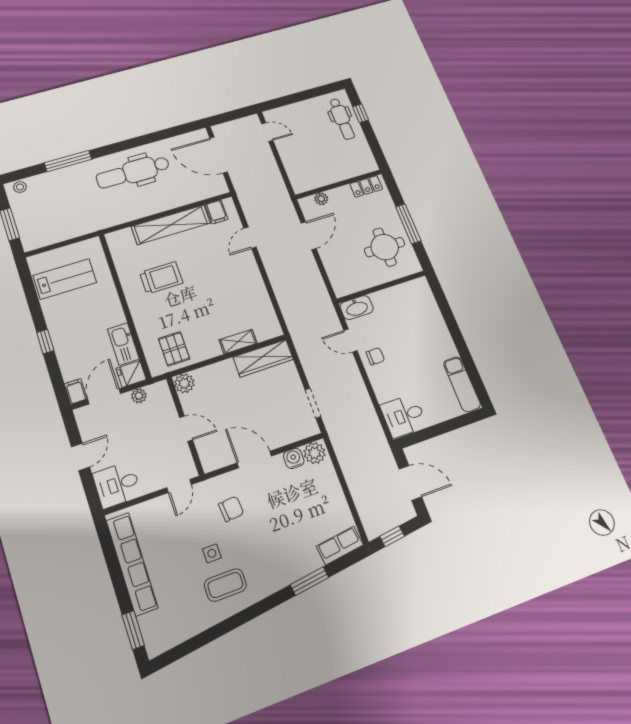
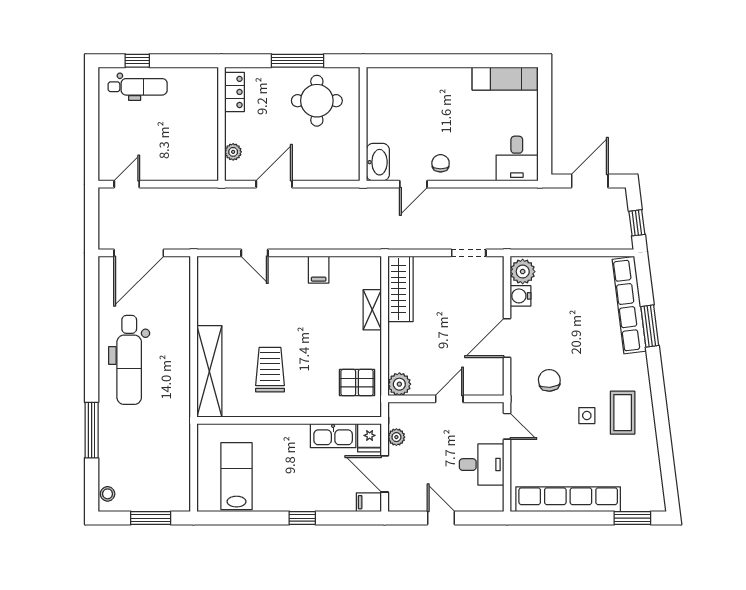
filing cabinet: (217, 212) -> (319, 270), moved, turned 90
shelving: (171, 225) -> (209, 371), moved
door: (309, 236) -> (274, 184), hinge flipped
desk: (117, 485) -> (482, 465), moved, turned -90
row of seats: (340, 546) -> (629, 305), width x2.02

